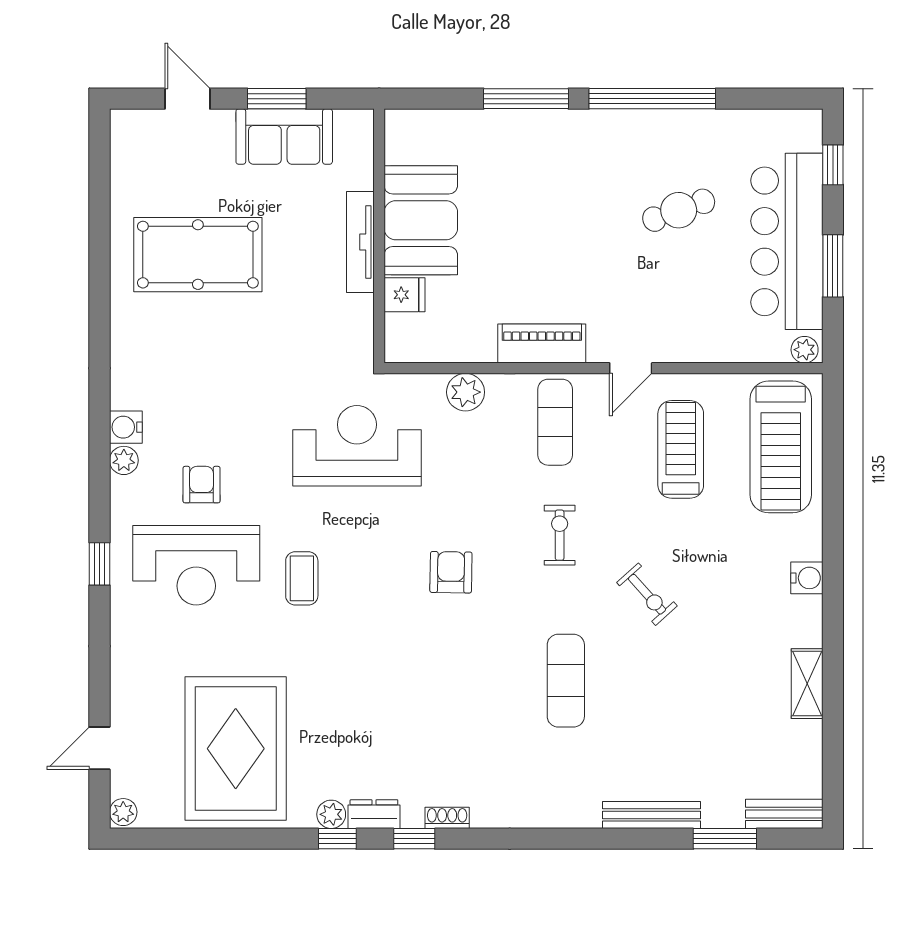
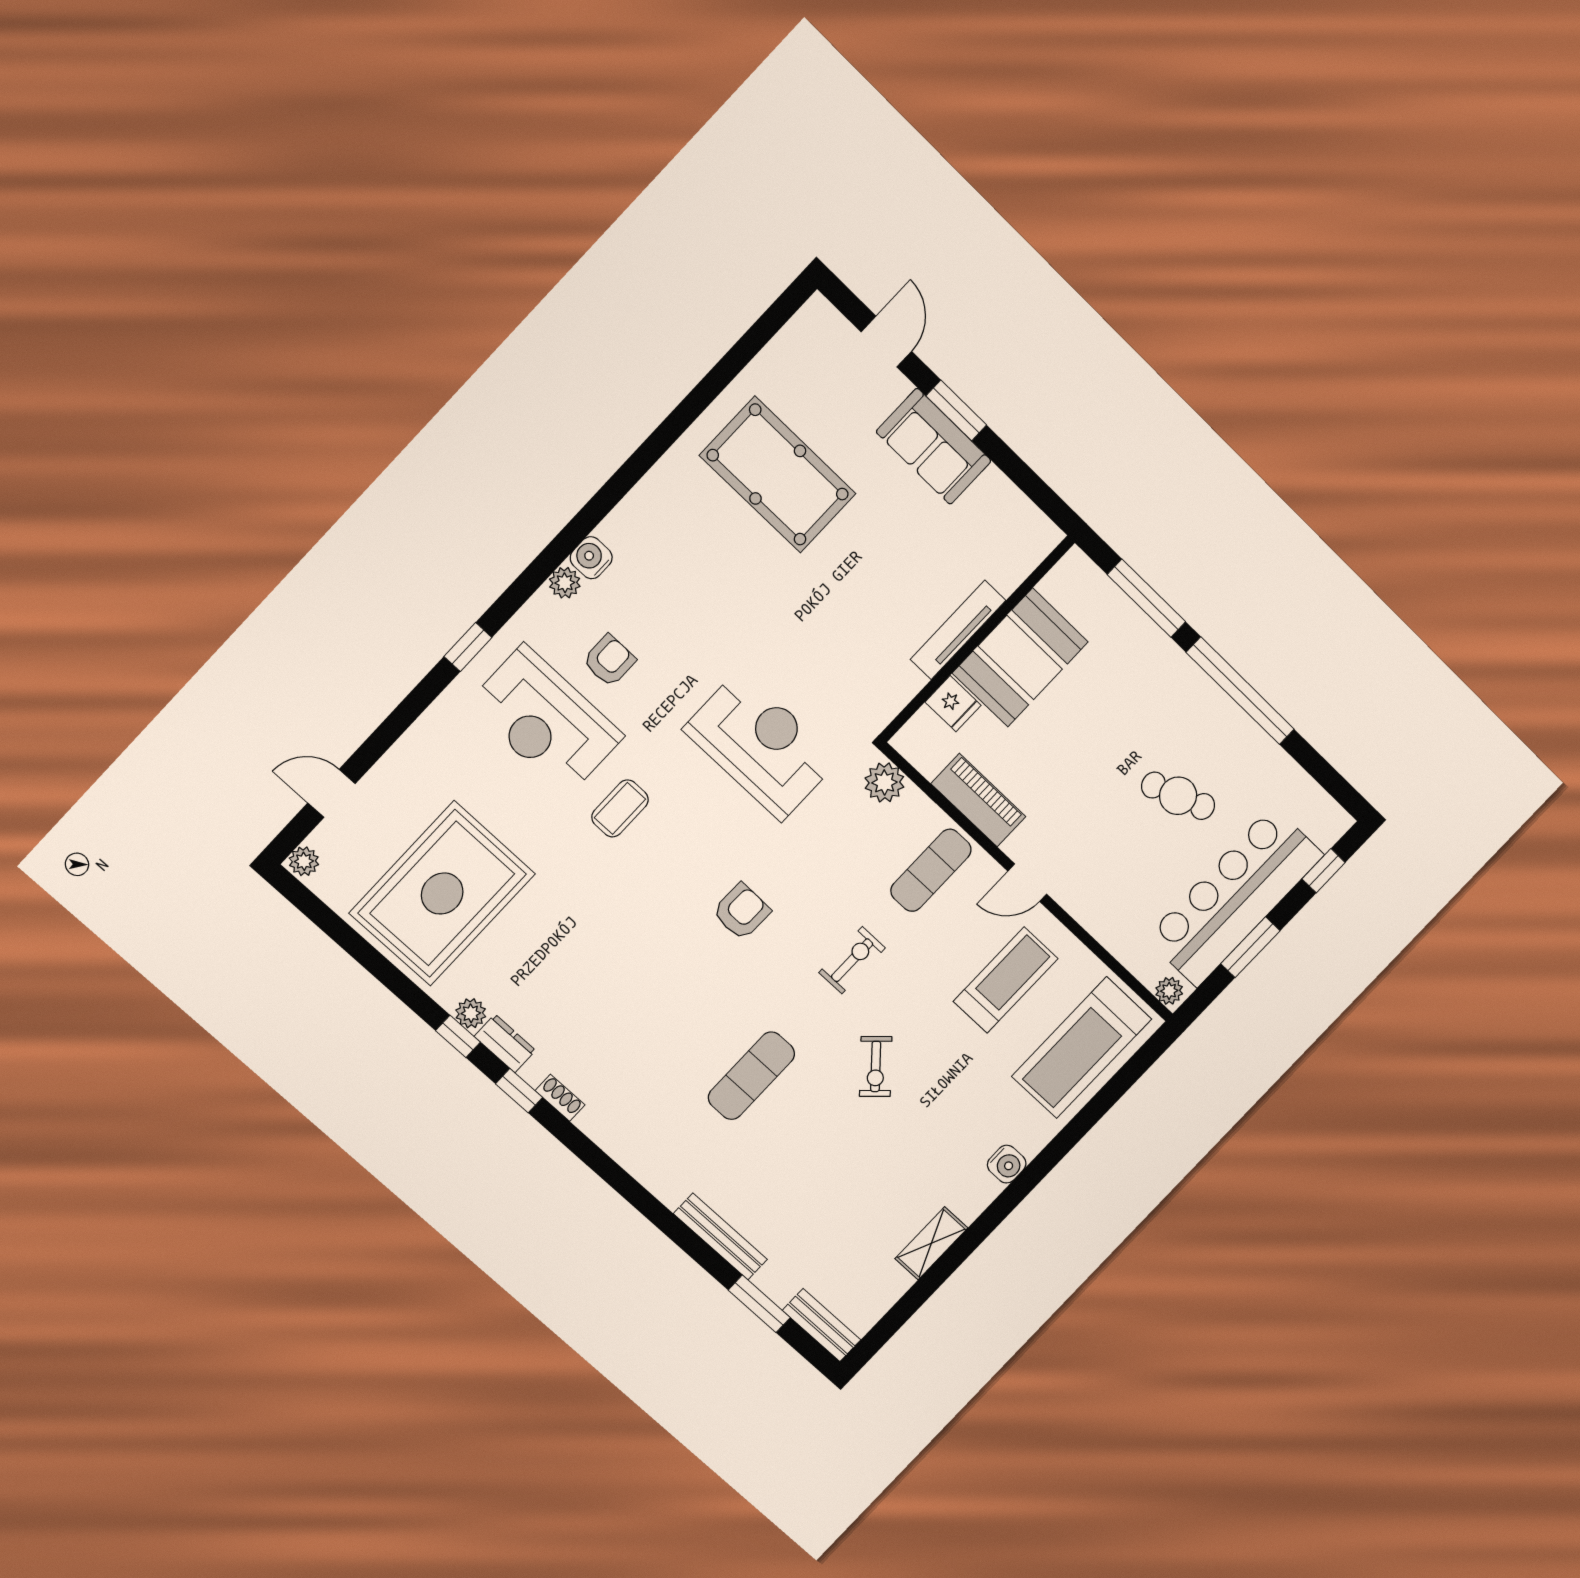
booth: (421, 220) -> (1020, 658), moved
wall: (379, 236) -> (977, 639), moved
tv unit: (360, 242) -> (958, 630), moved
fridge: (405, 295) -> (953, 704), moved

